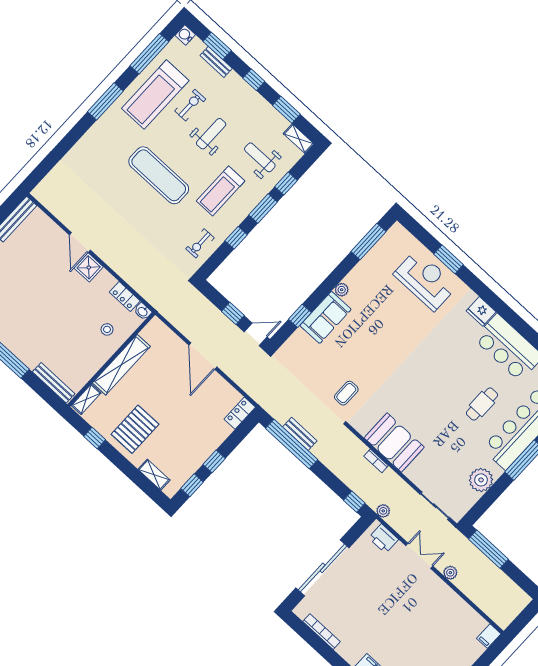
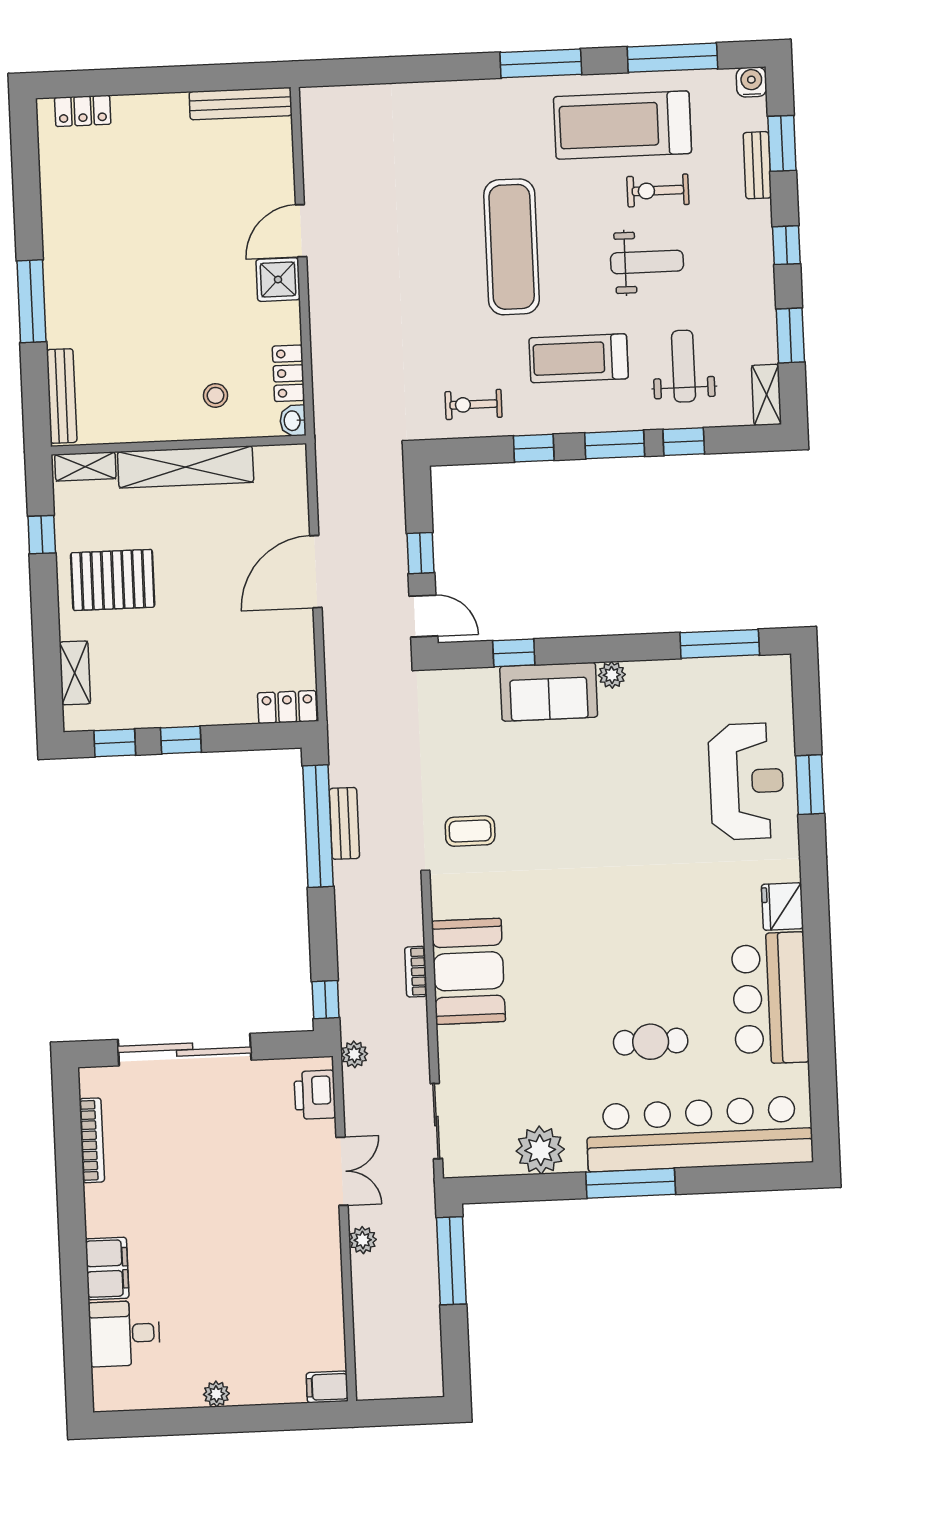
exercise bike: (190, 105) -> (658, 190), turned 180

